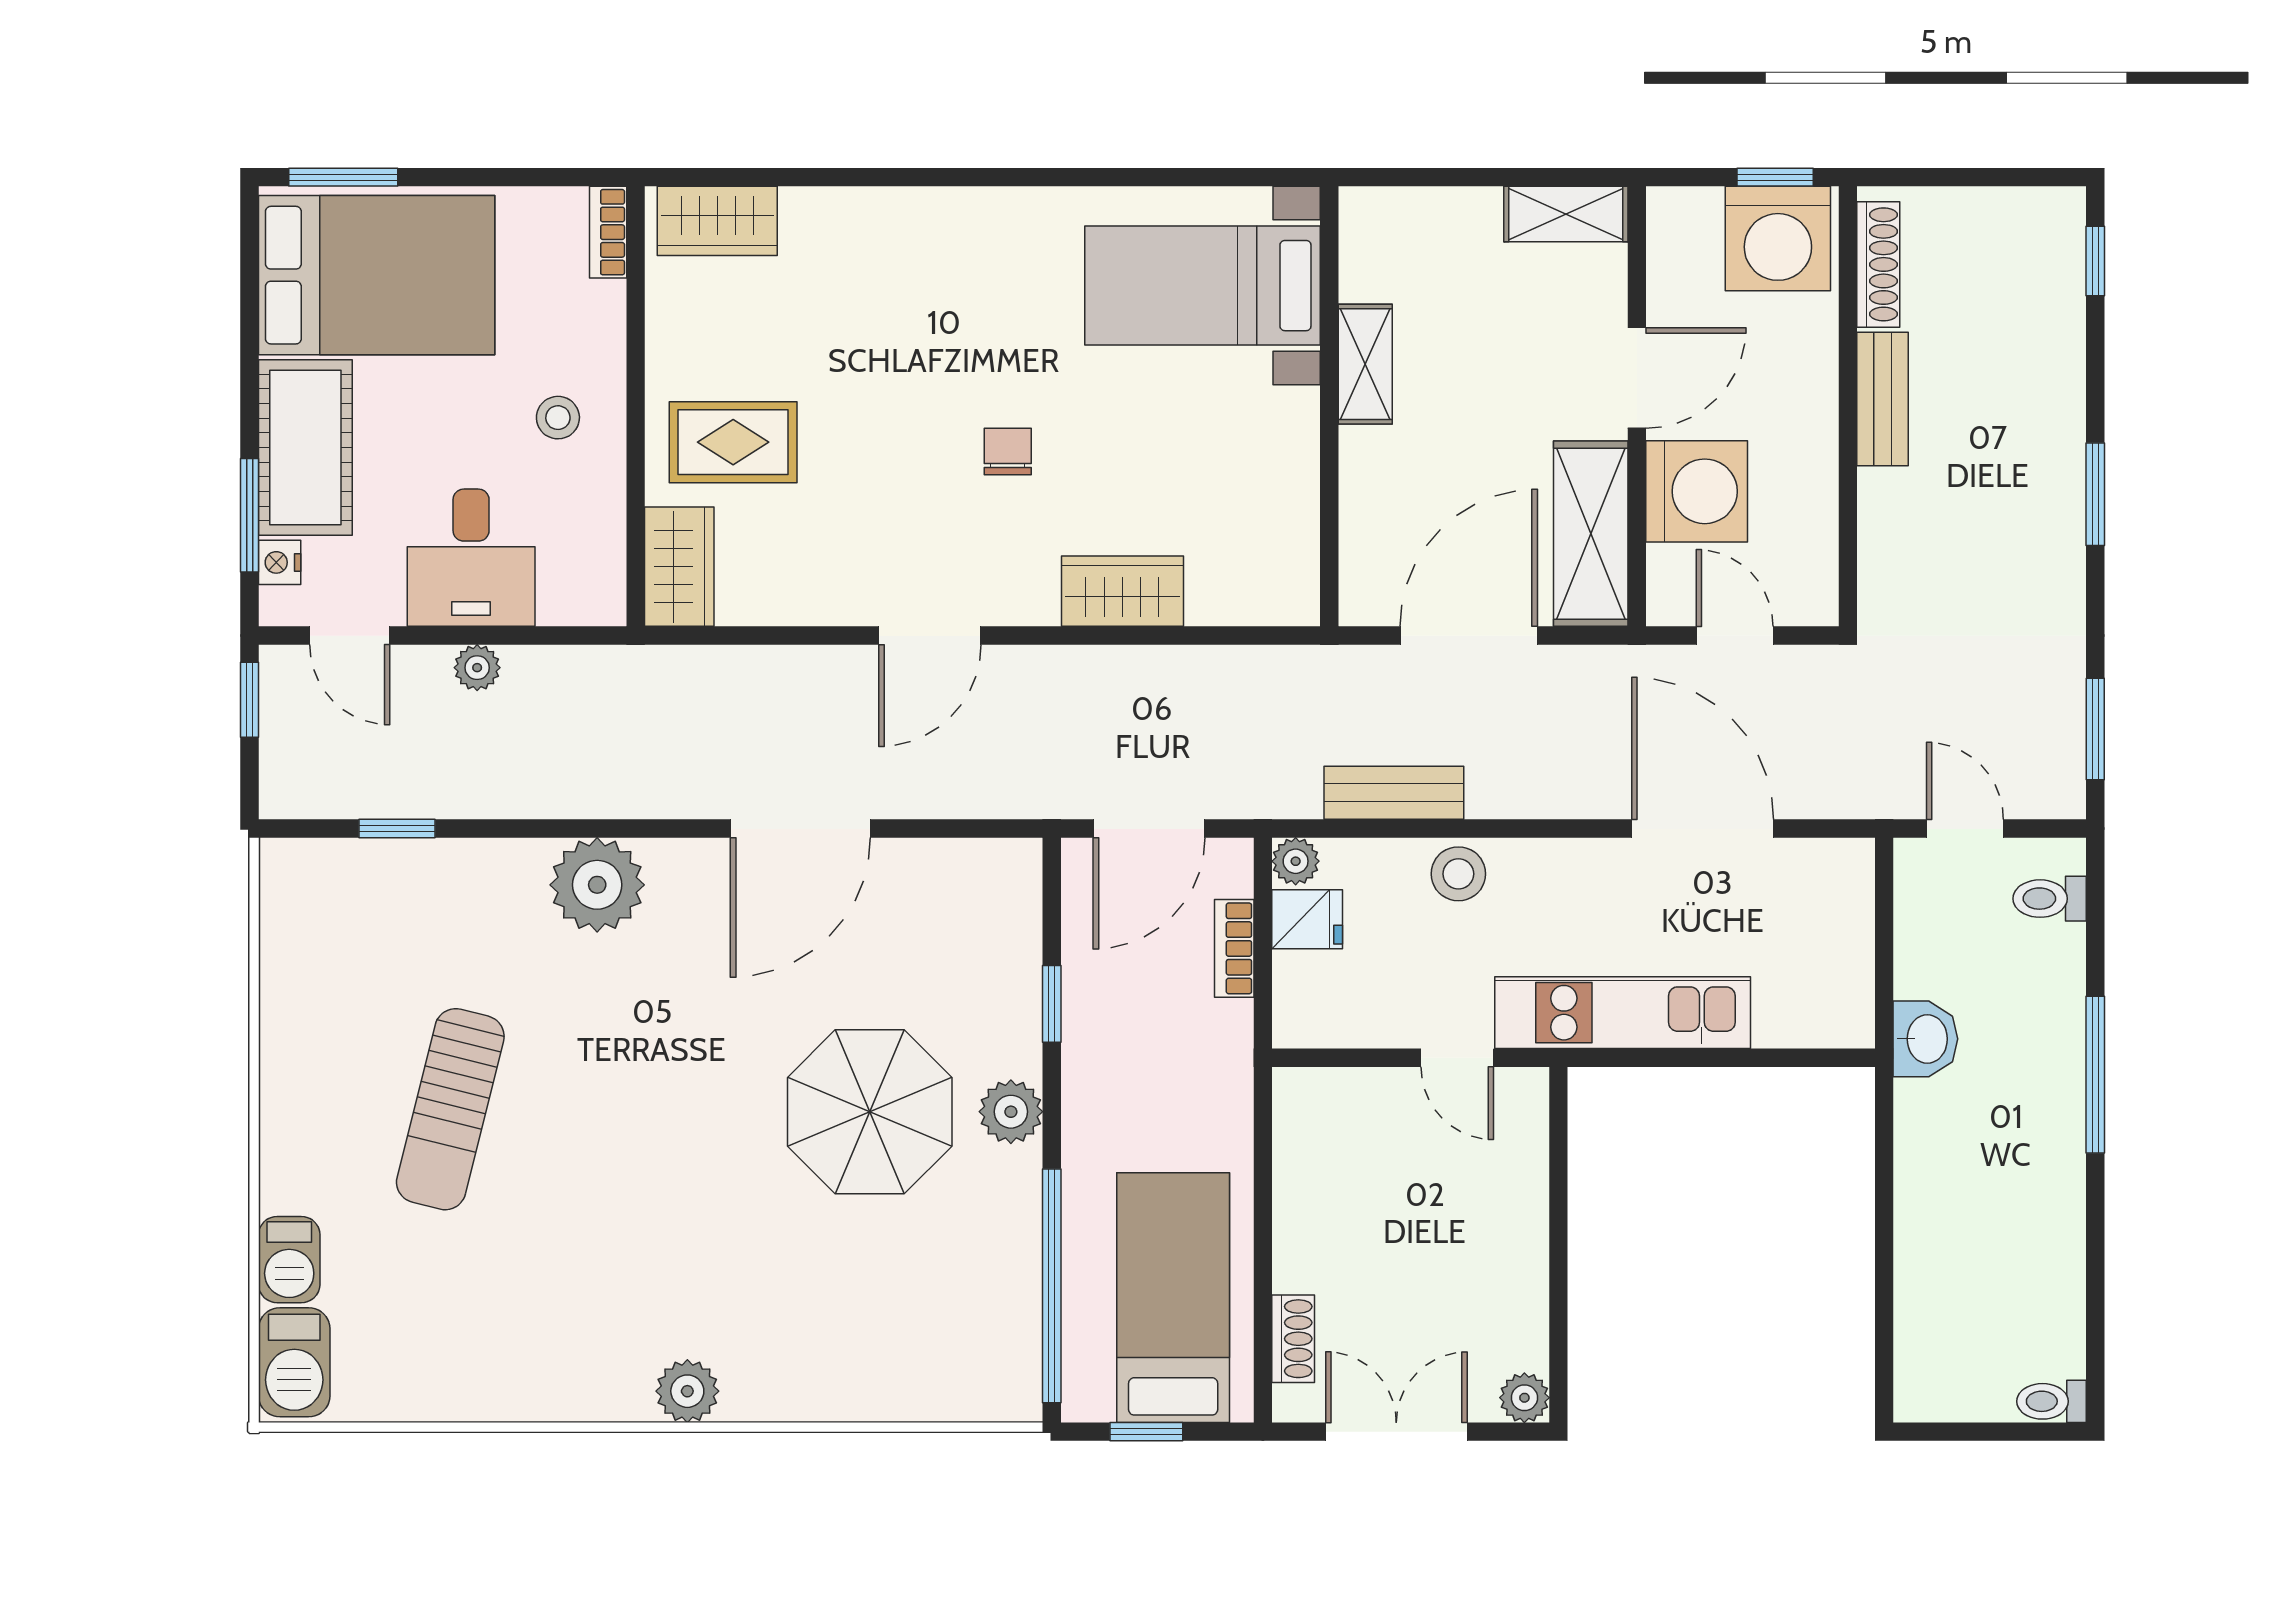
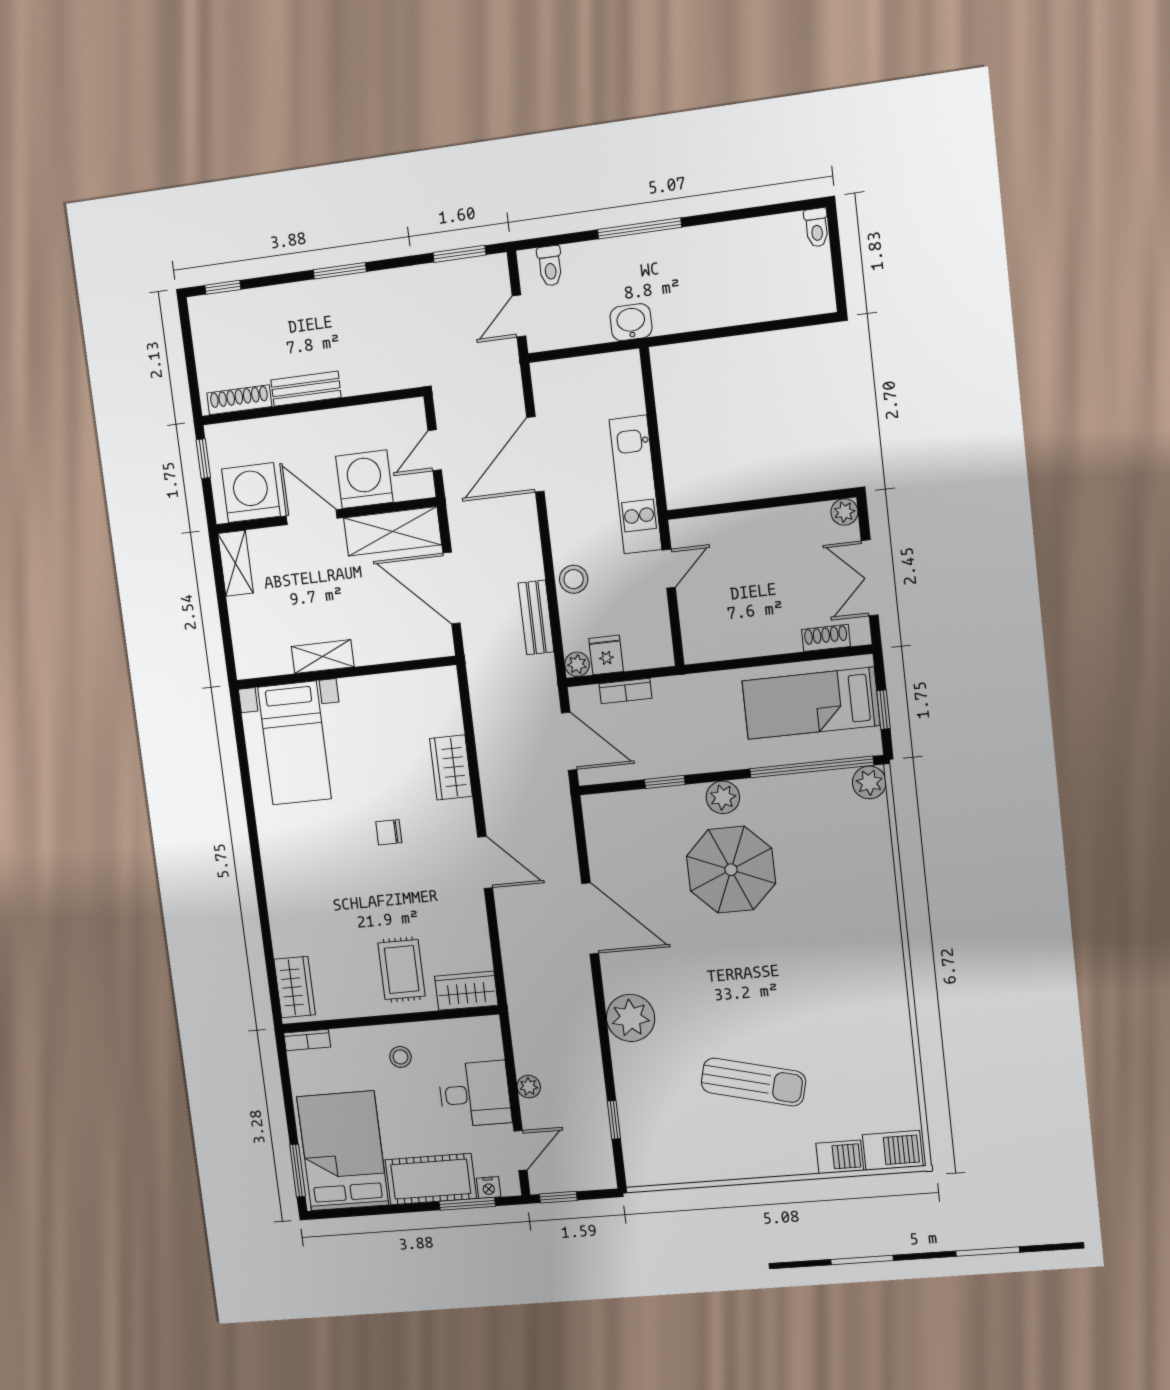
washing machine: (1778, 239) -> (251, 493), moved, turned -90
plant: (687, 1391) -> (869, 782), moved

